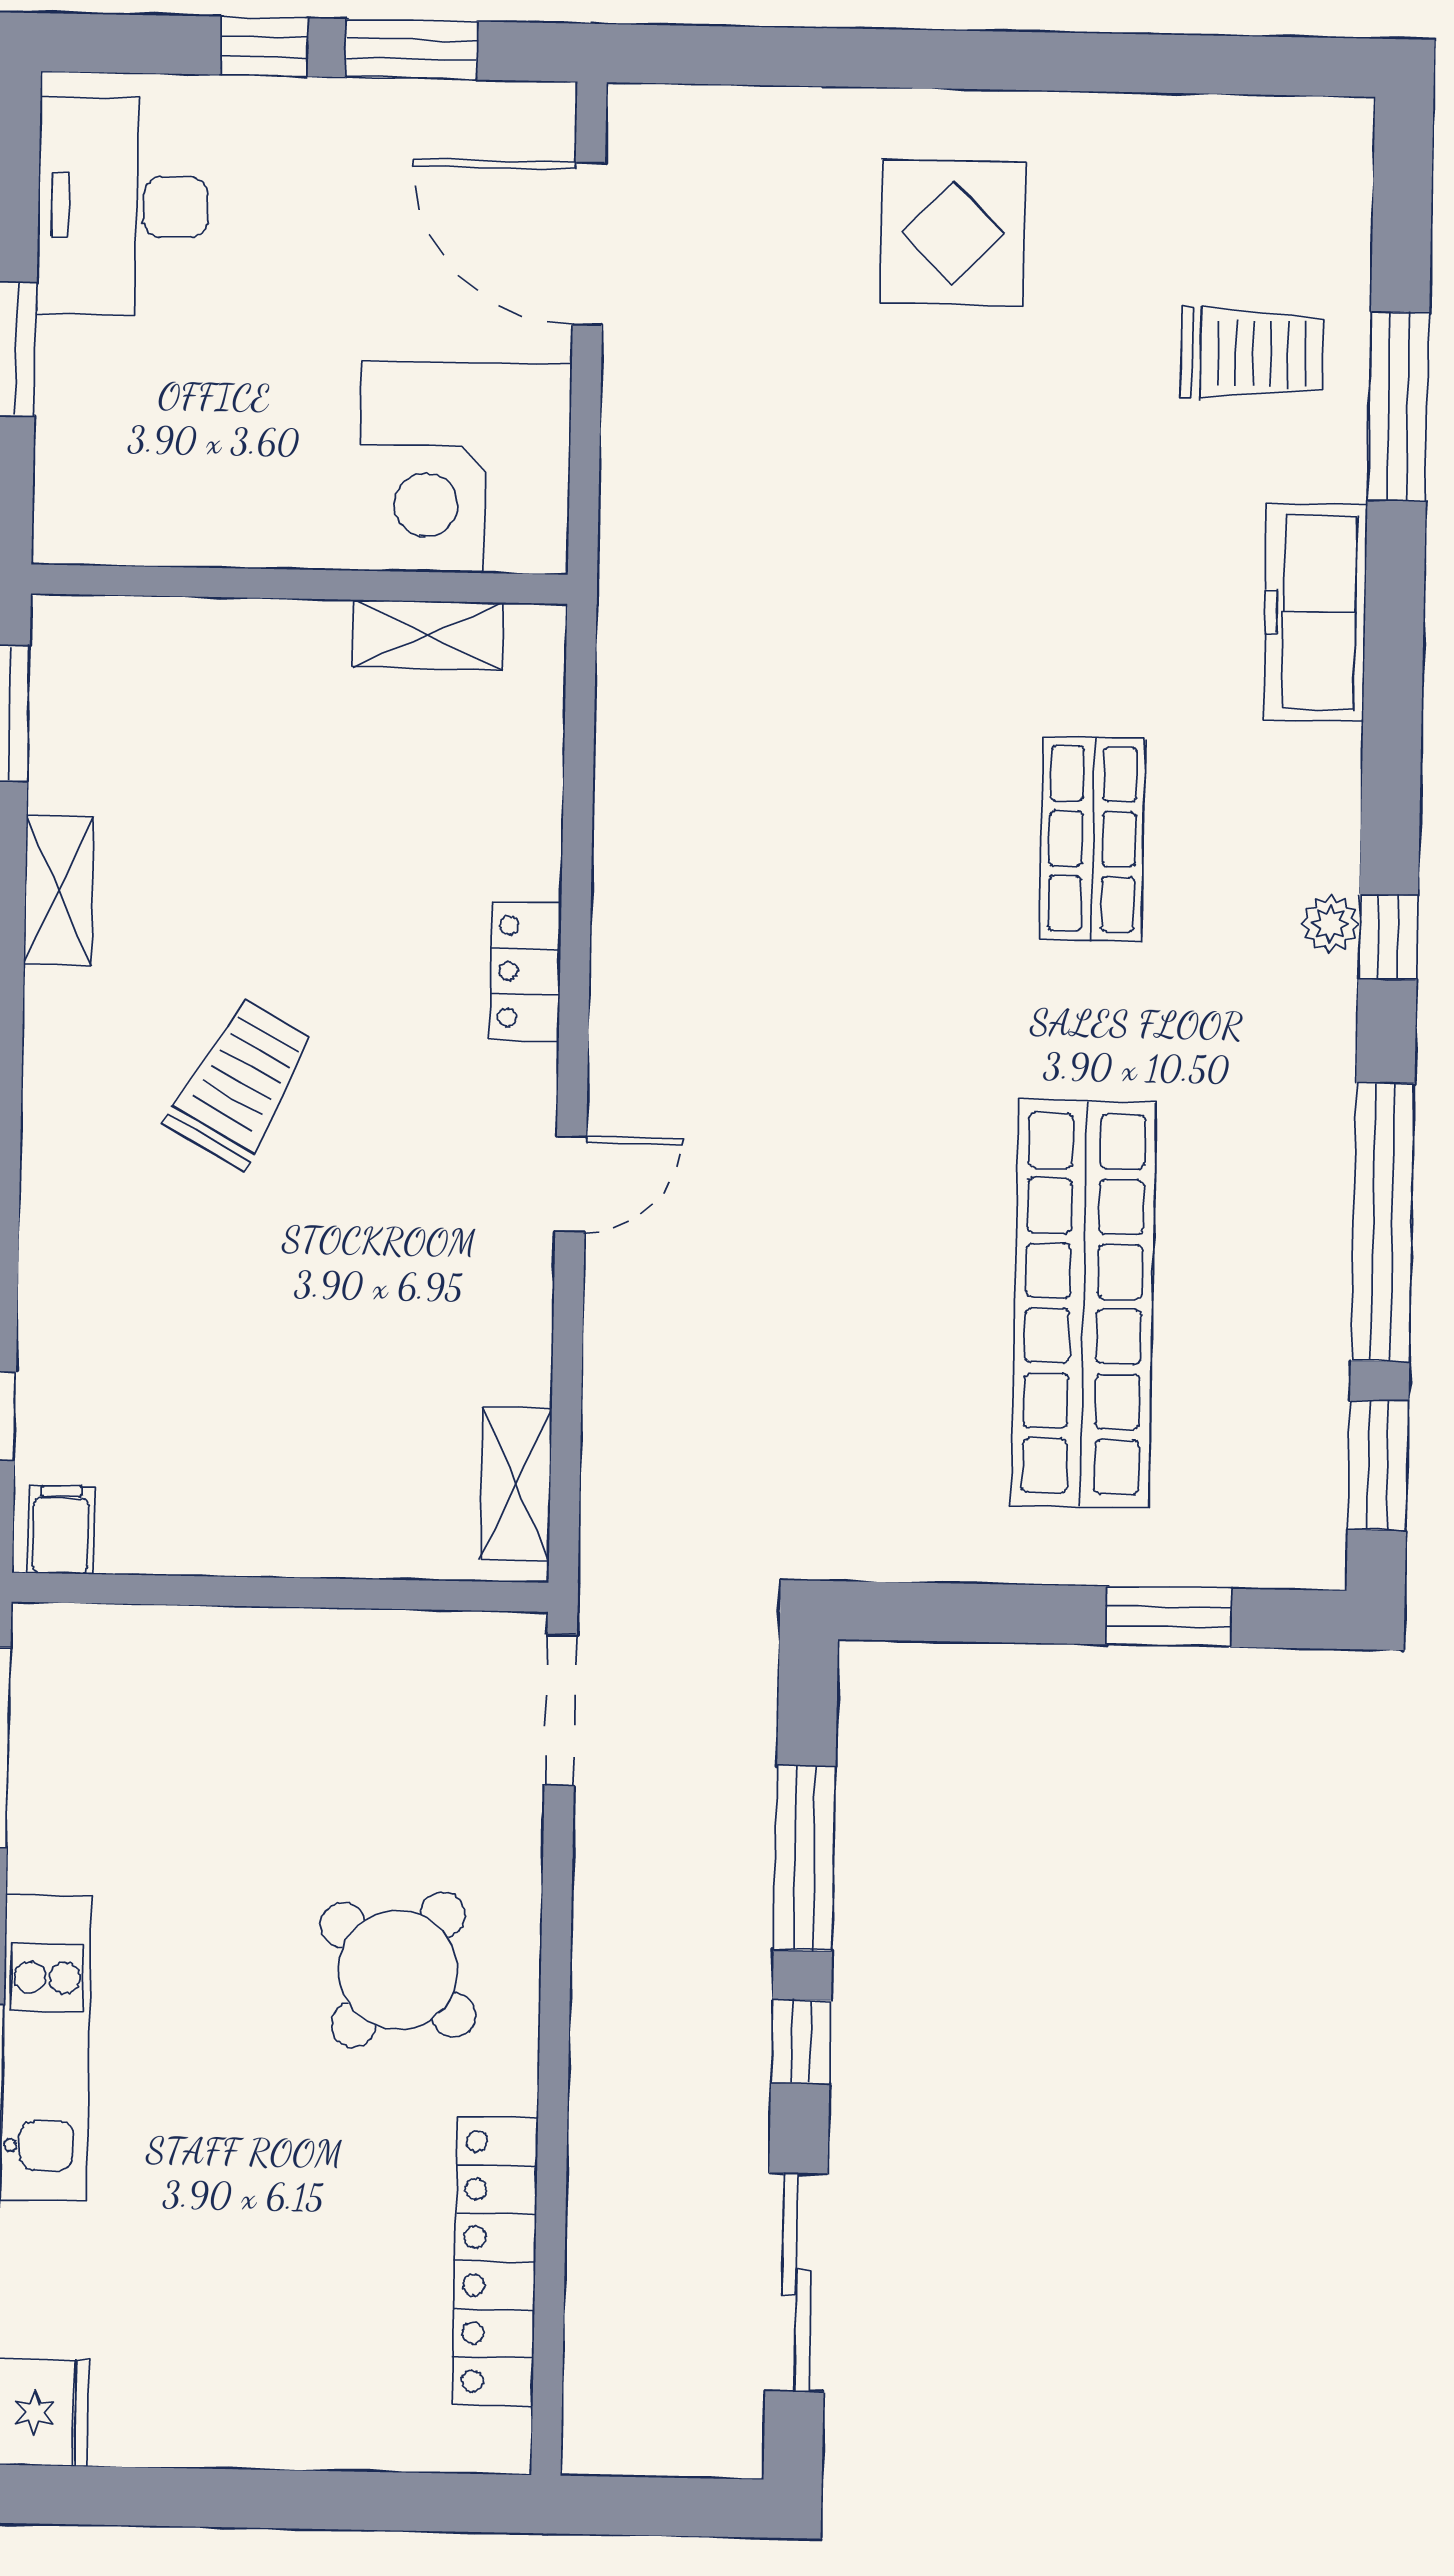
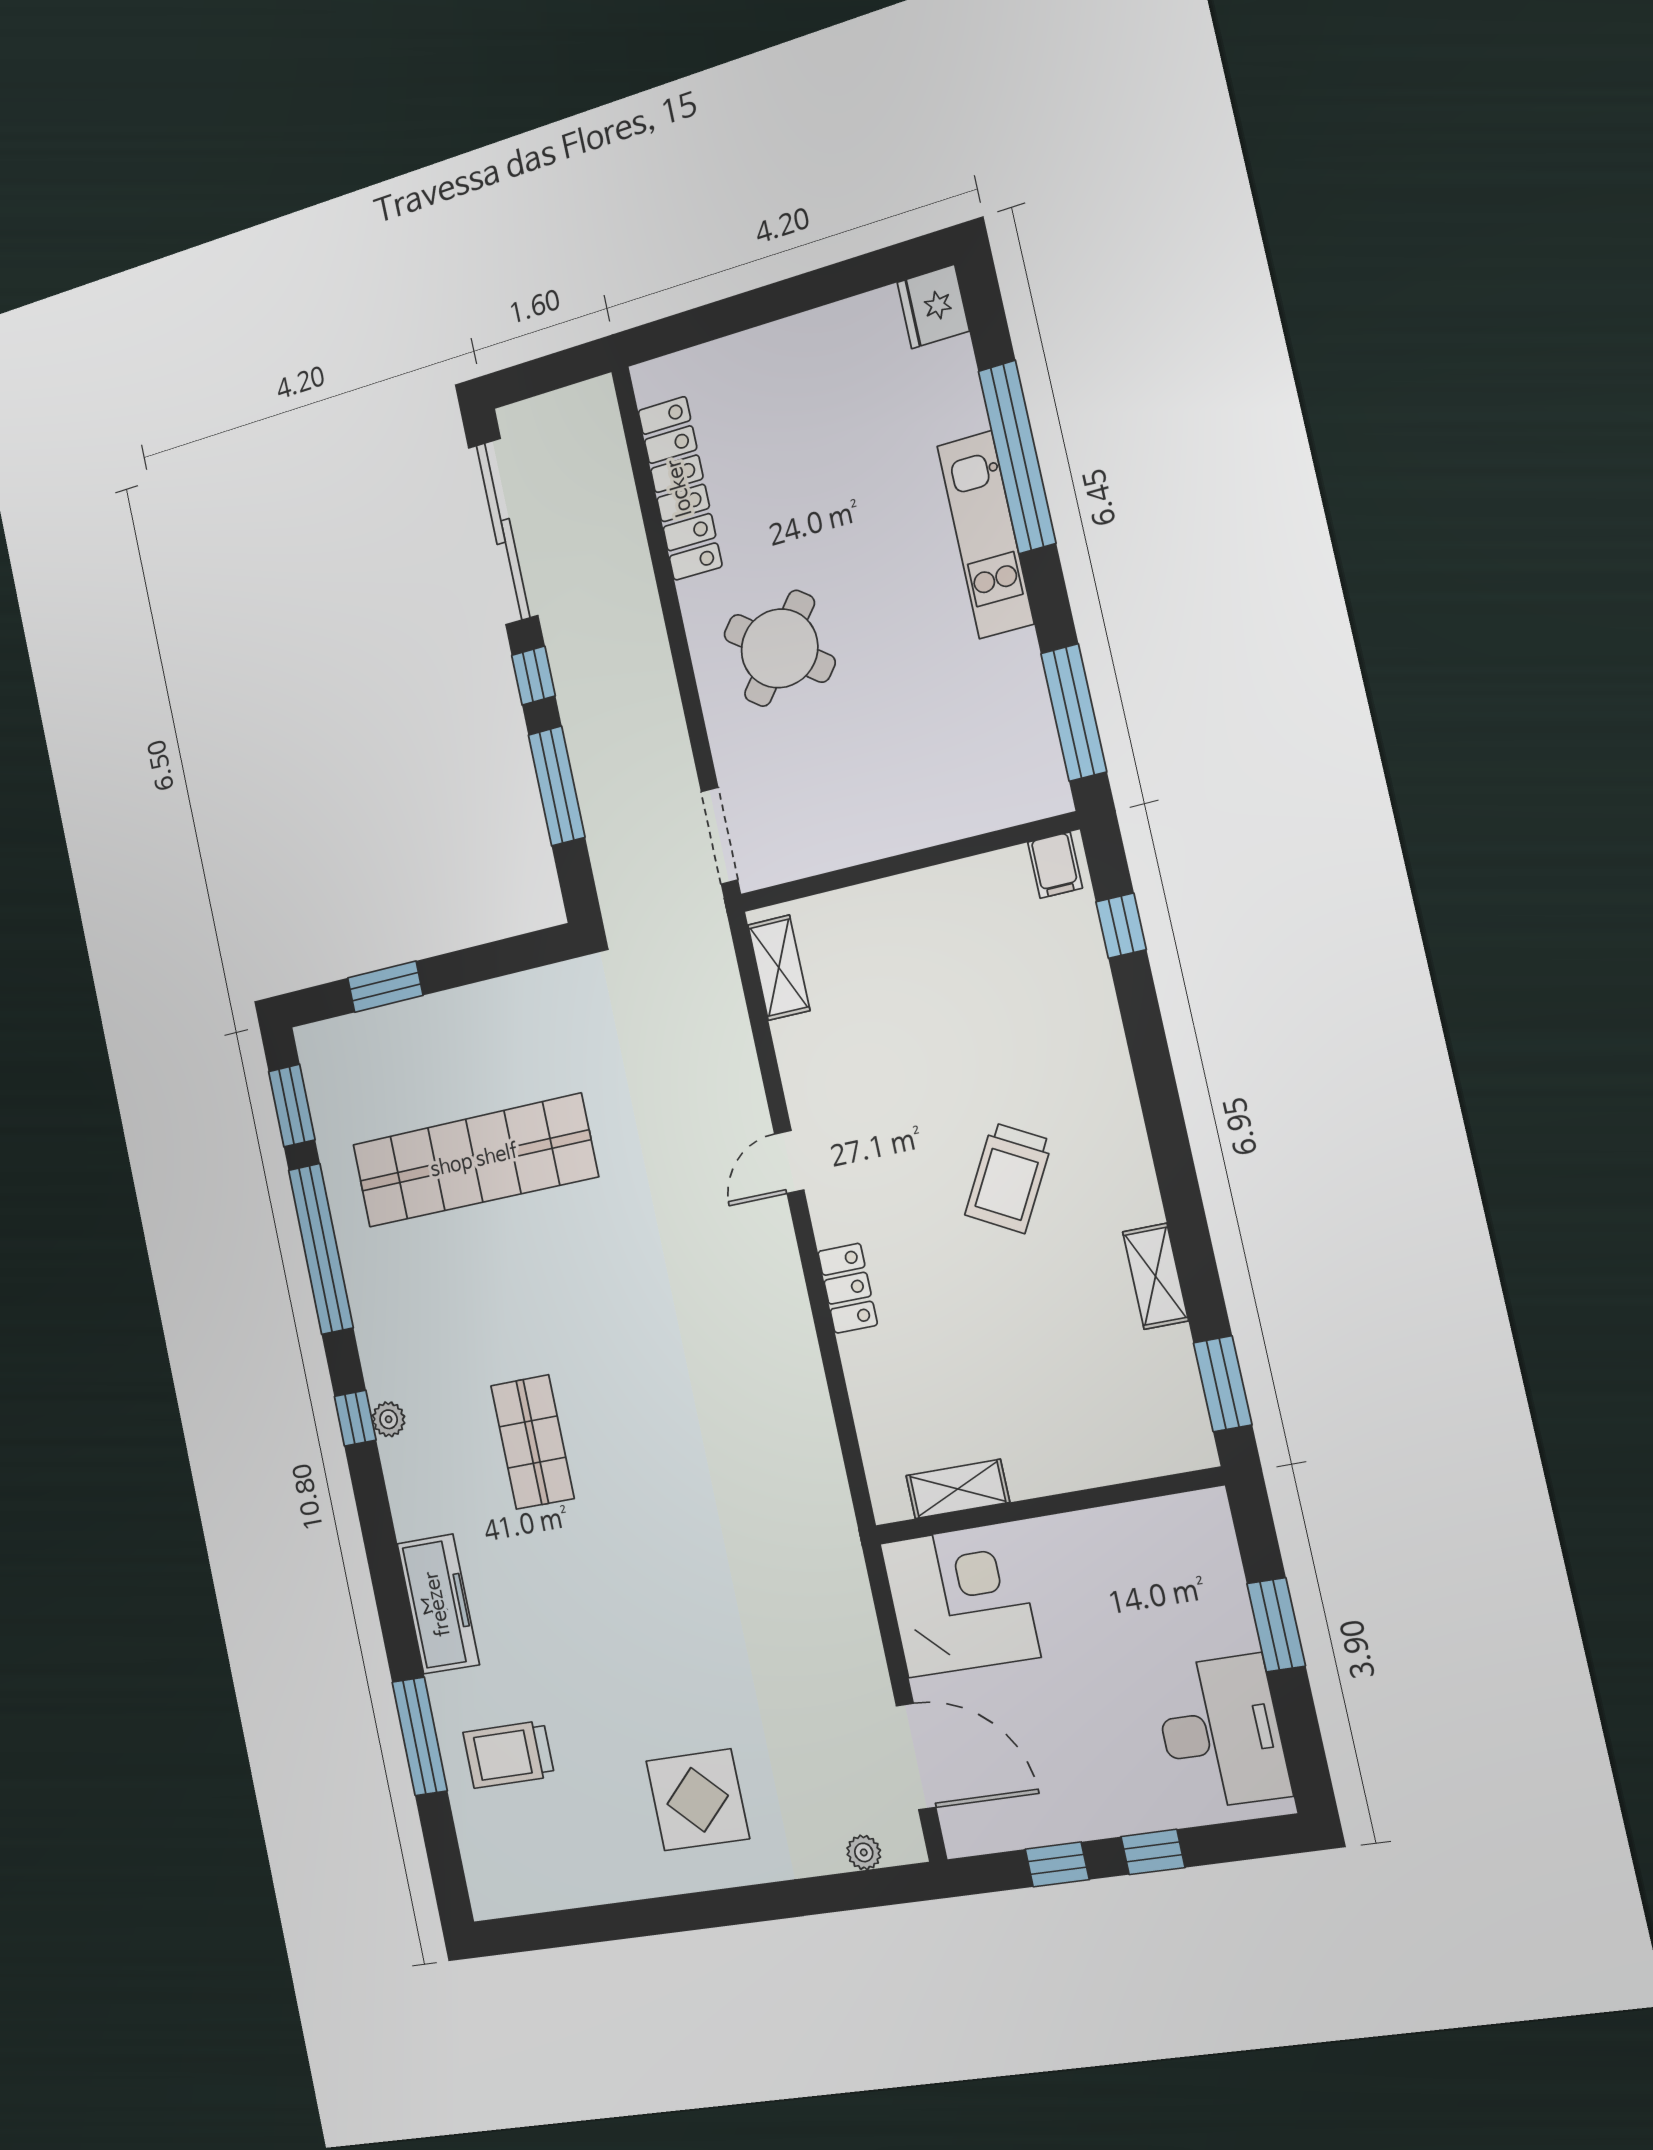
window: (412, 49) -> (1057, 1864), width x0.67
plant: (705, 111) -> (864, 1852), added
shop shelf: (1084, 1304) -> (474, 1161), turned 90
sliding door: (796, 2282) -> (503, 531), width x1.36

